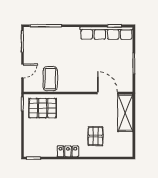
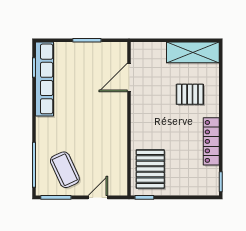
door: (22, 71) -> (98, 197), hinge flipped
coffee table: (50, 79) -> (65, 170), moved, turned 65
shelving: (125, 113) -> (193, 52), moved
locker: (68, 151) -> (211, 141), width x1.53

